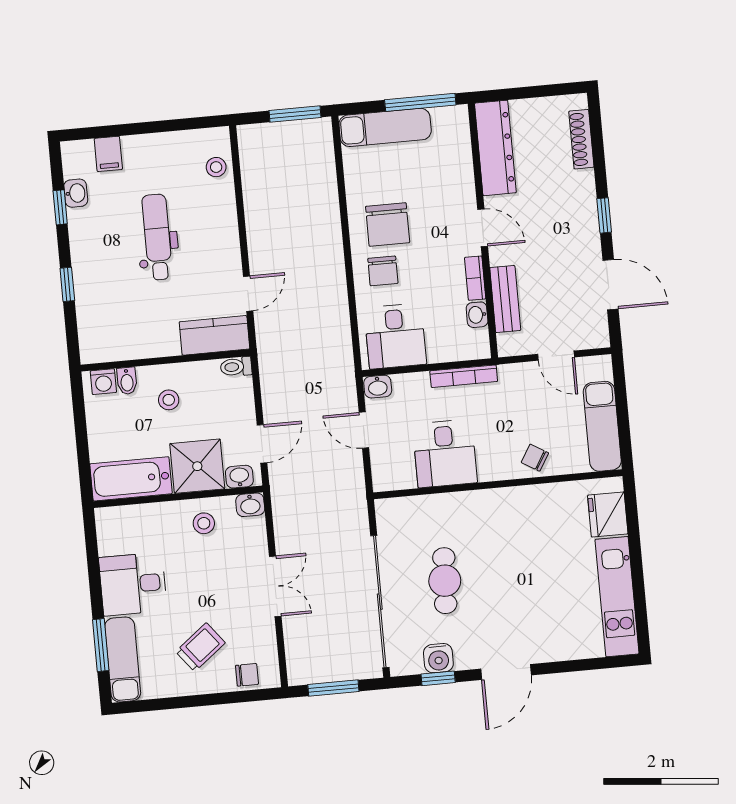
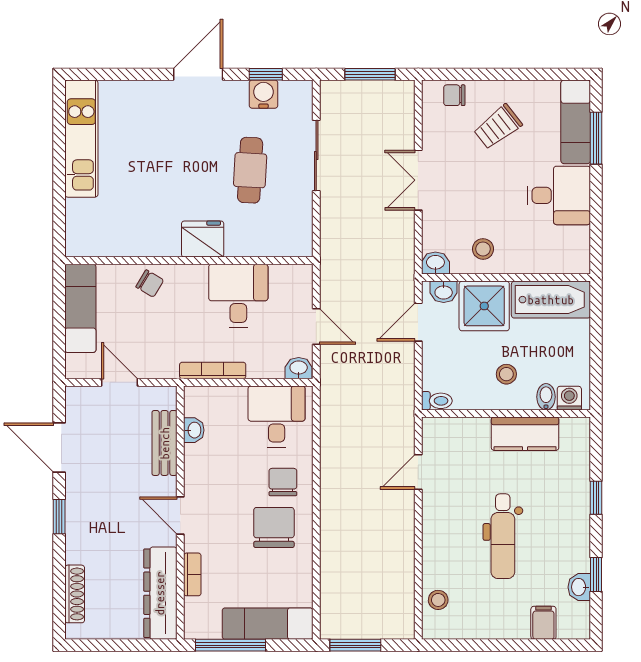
bookcase: (475, 278) -> (192, 574), moved
kitchen counter: (214, 335) -> (525, 434), moved
fridge: (608, 515) -> (203, 239), moved, turned -90
sliding door: (380, 602) -> (316, 155), width x0.54

